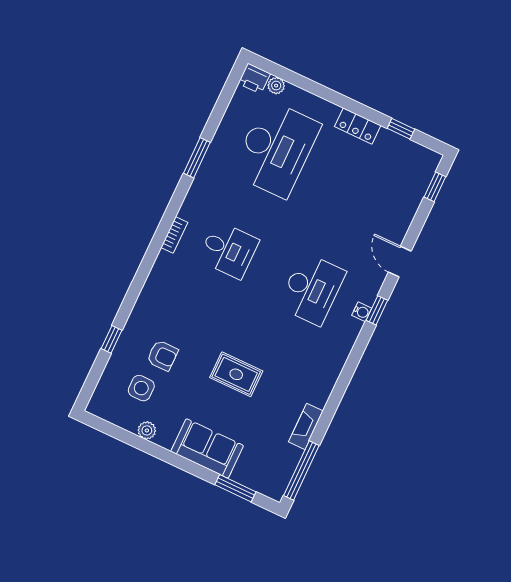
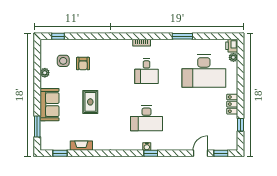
door: (400, 262) -> (200, 153), moved
window: (112, 339) -> (58, 36), moved
window: (301, 471) -> (60, 153), width x0.46

